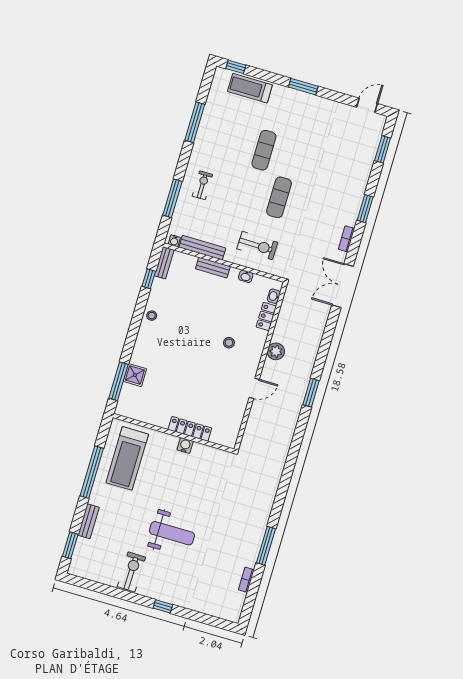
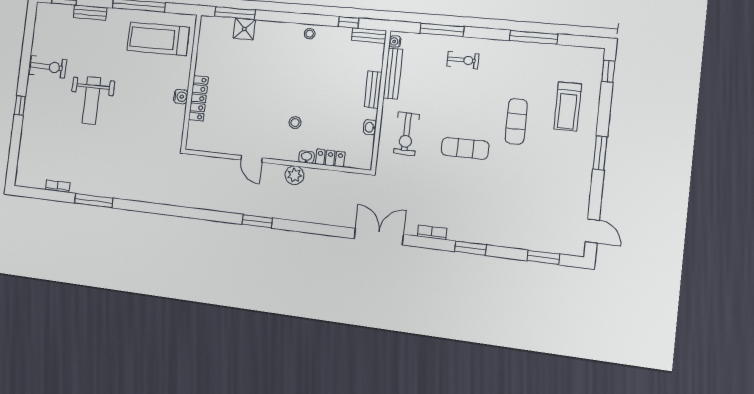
treadmill: (250, 88) -> (568, 107), moved, turned 180
exercise mat: (264, 150) -> (516, 121), turned 90
washbasin: (274, 296) -> (306, 157), moved

